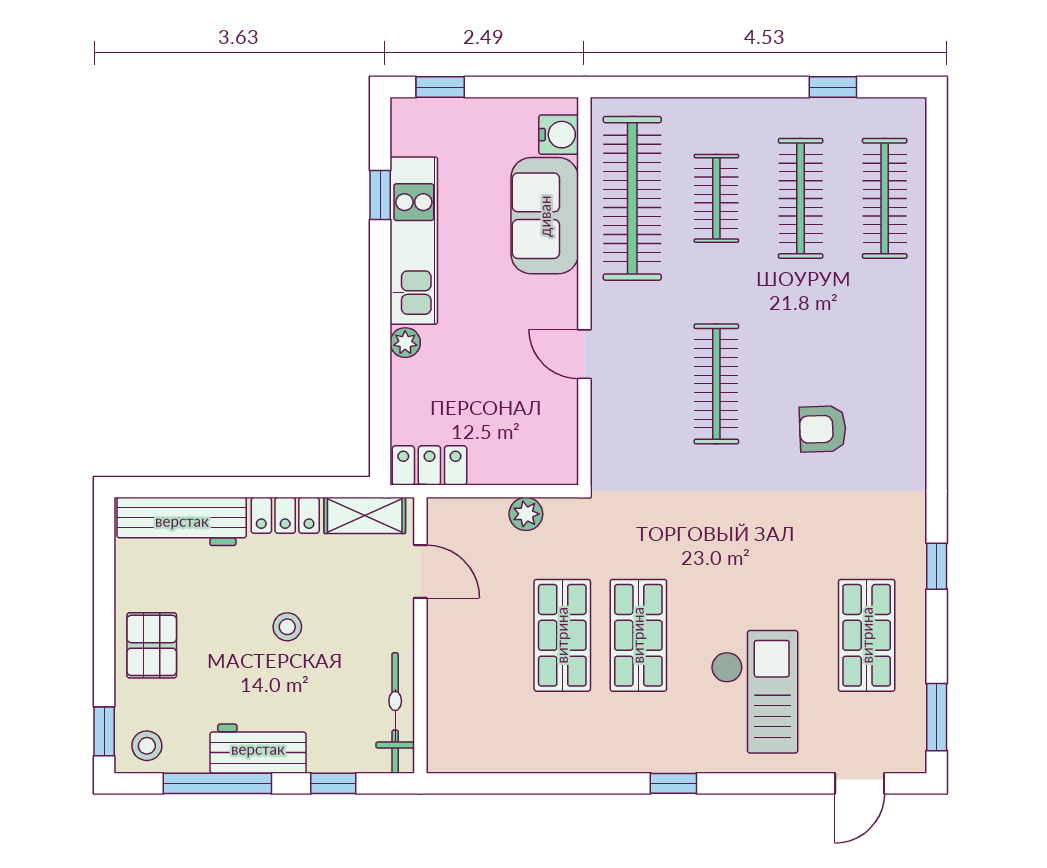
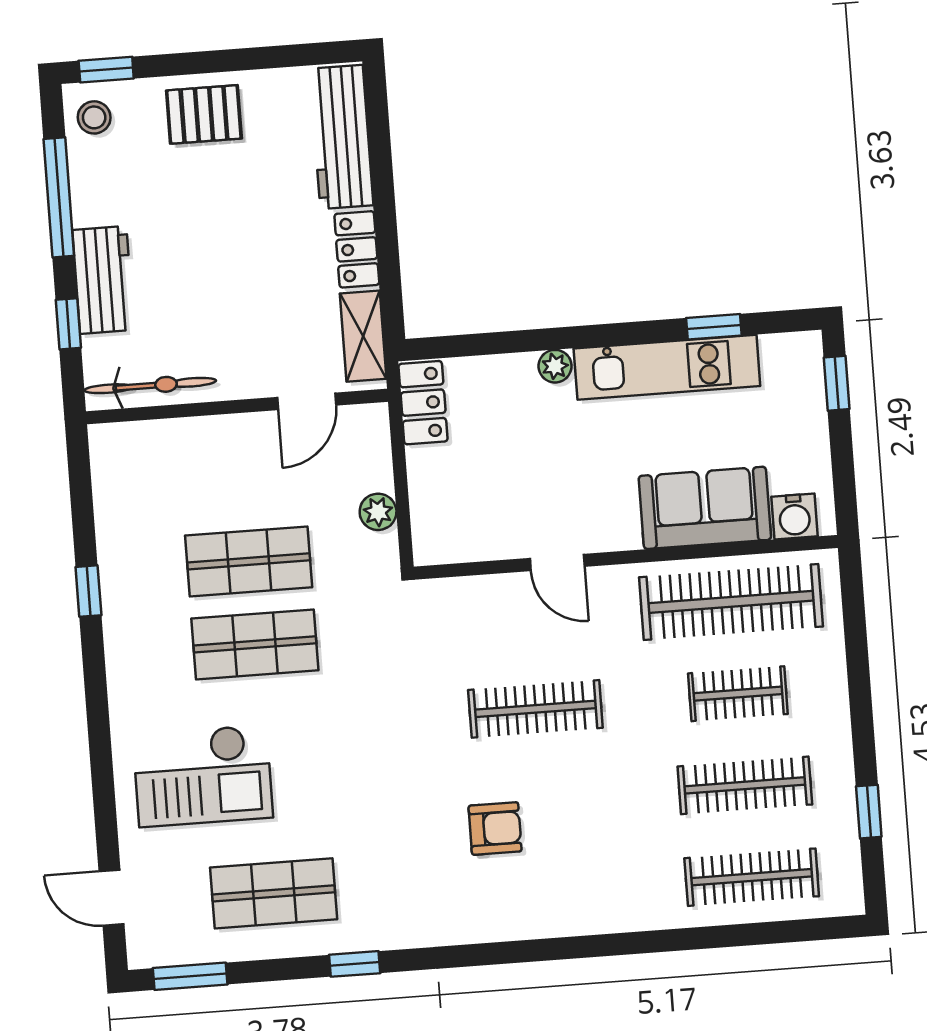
door: (584, 354) -> (557, 562), swing flipped
armchair: (823, 429) -> (495, 828), turned 92
stool: (287, 627) -> (235, 261), removed
workbench: (258, 749) -> (103, 280), moved
window: (673, 783) -> (88, 591), moved

